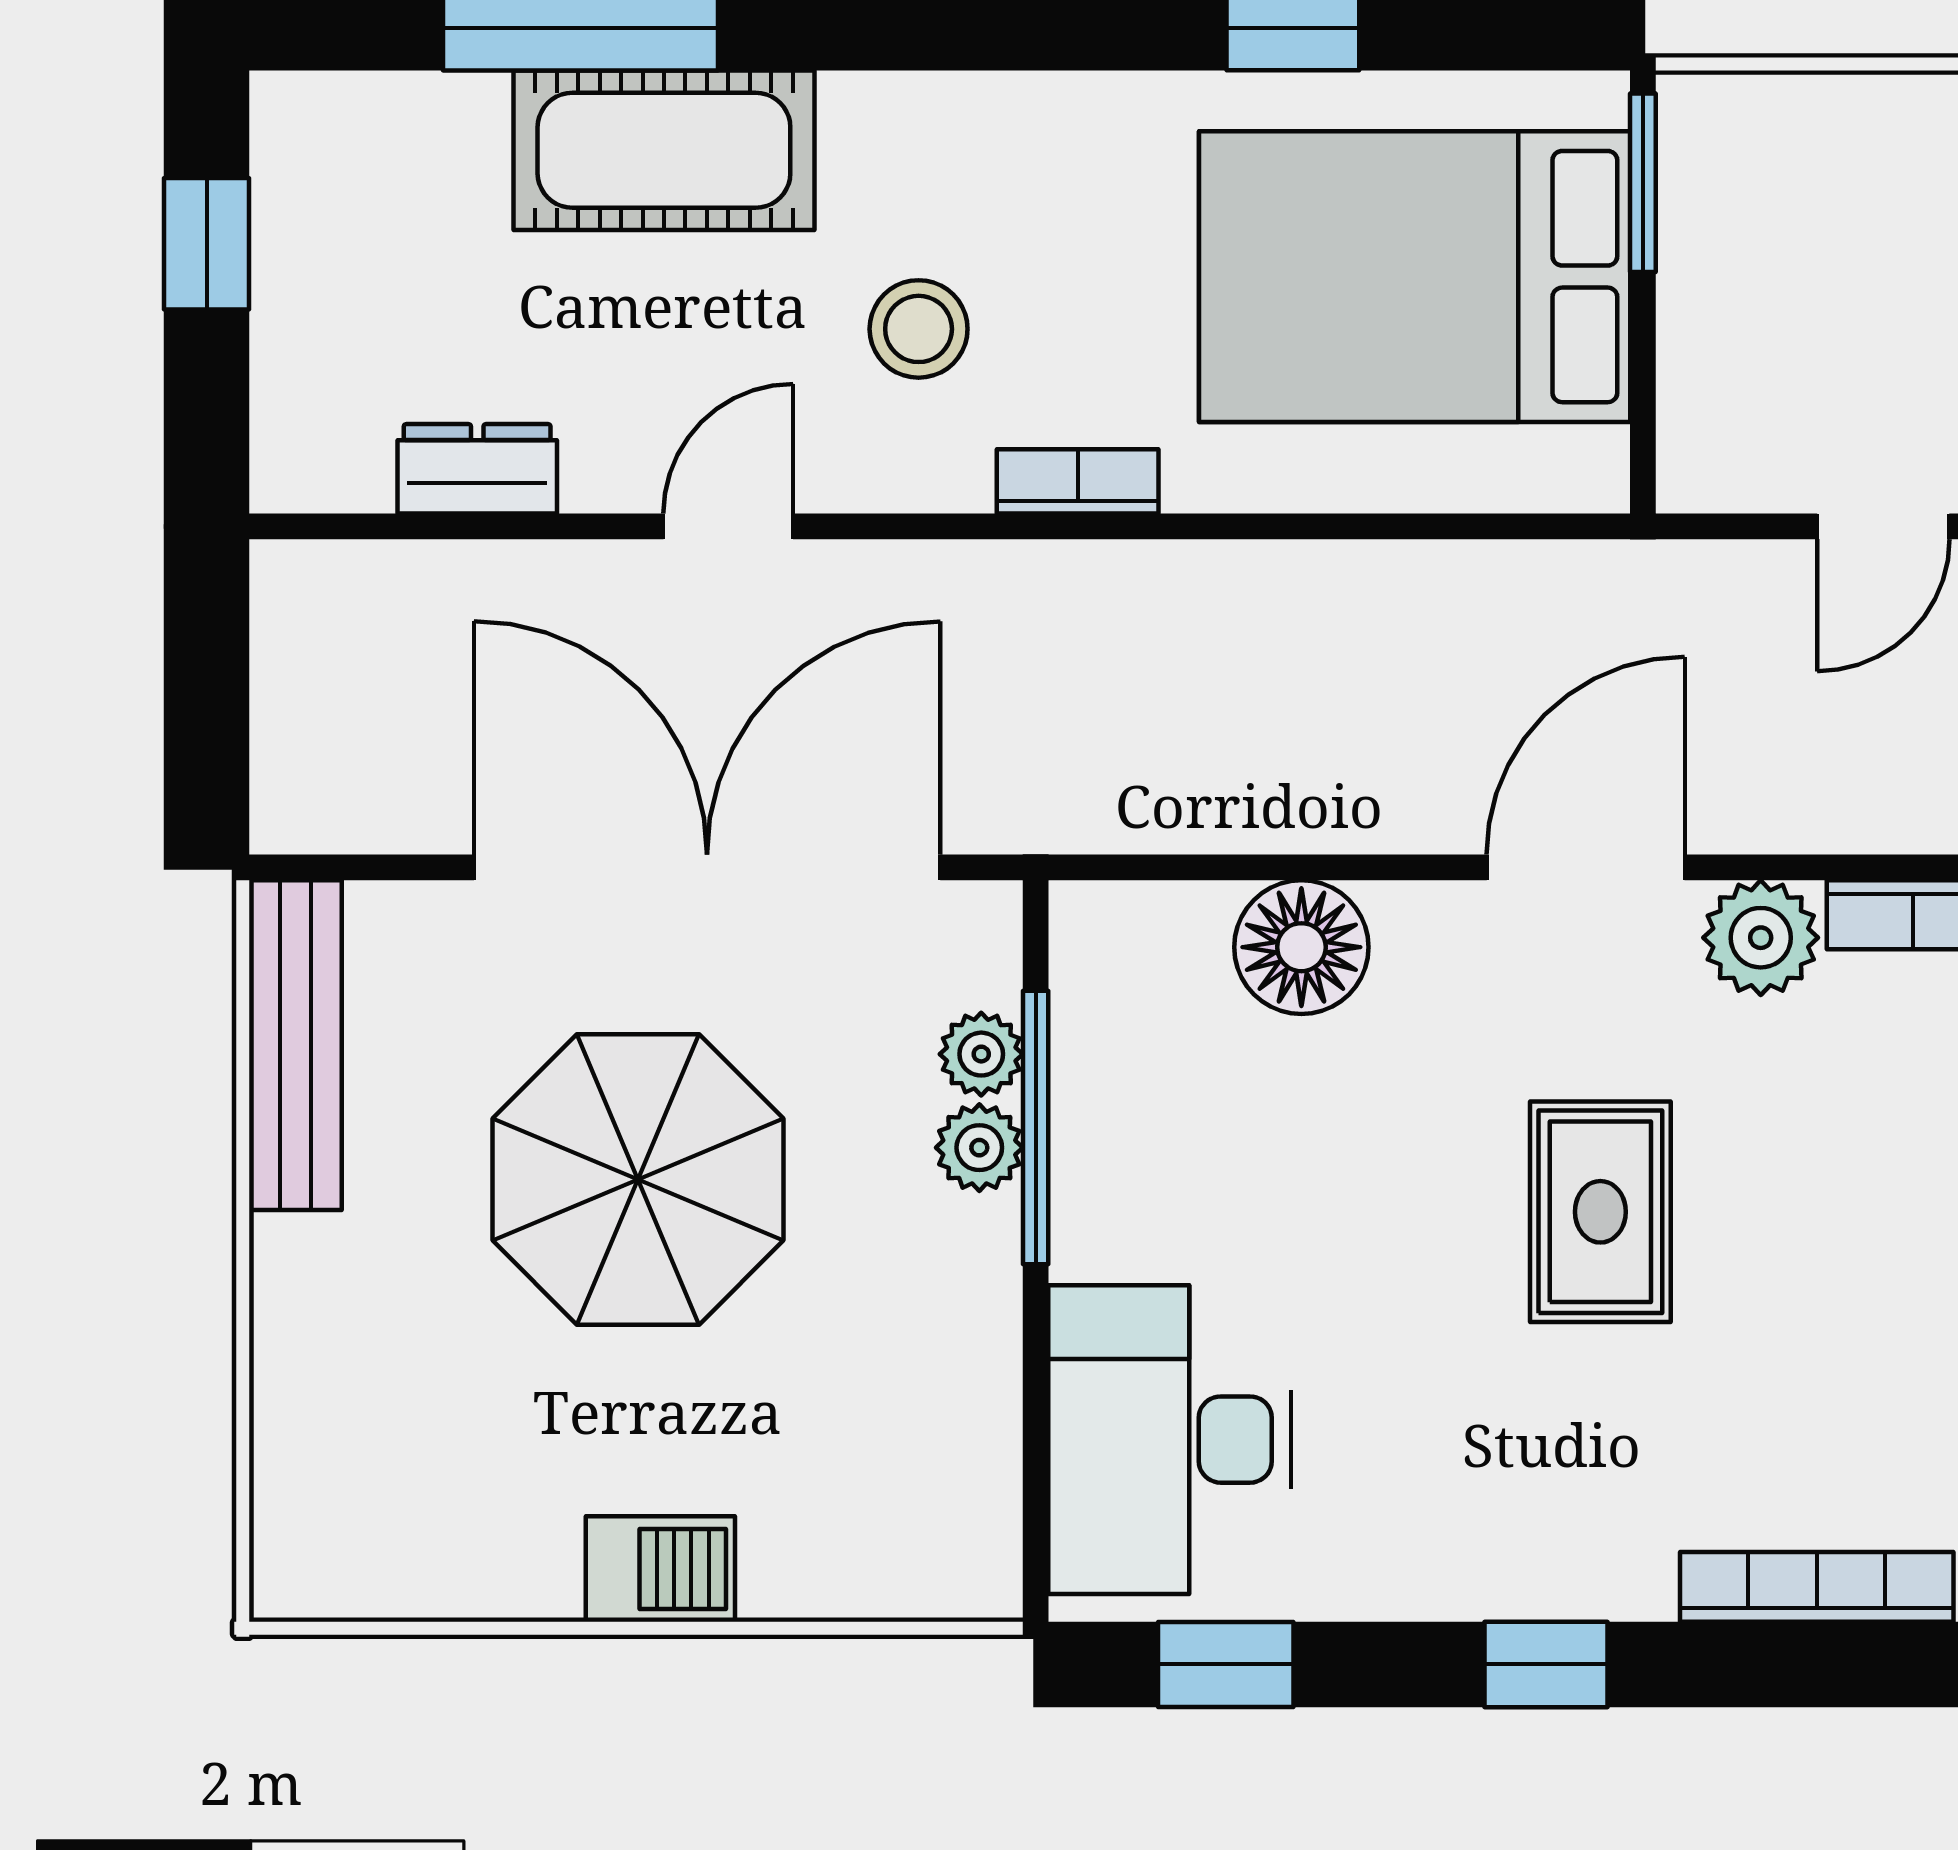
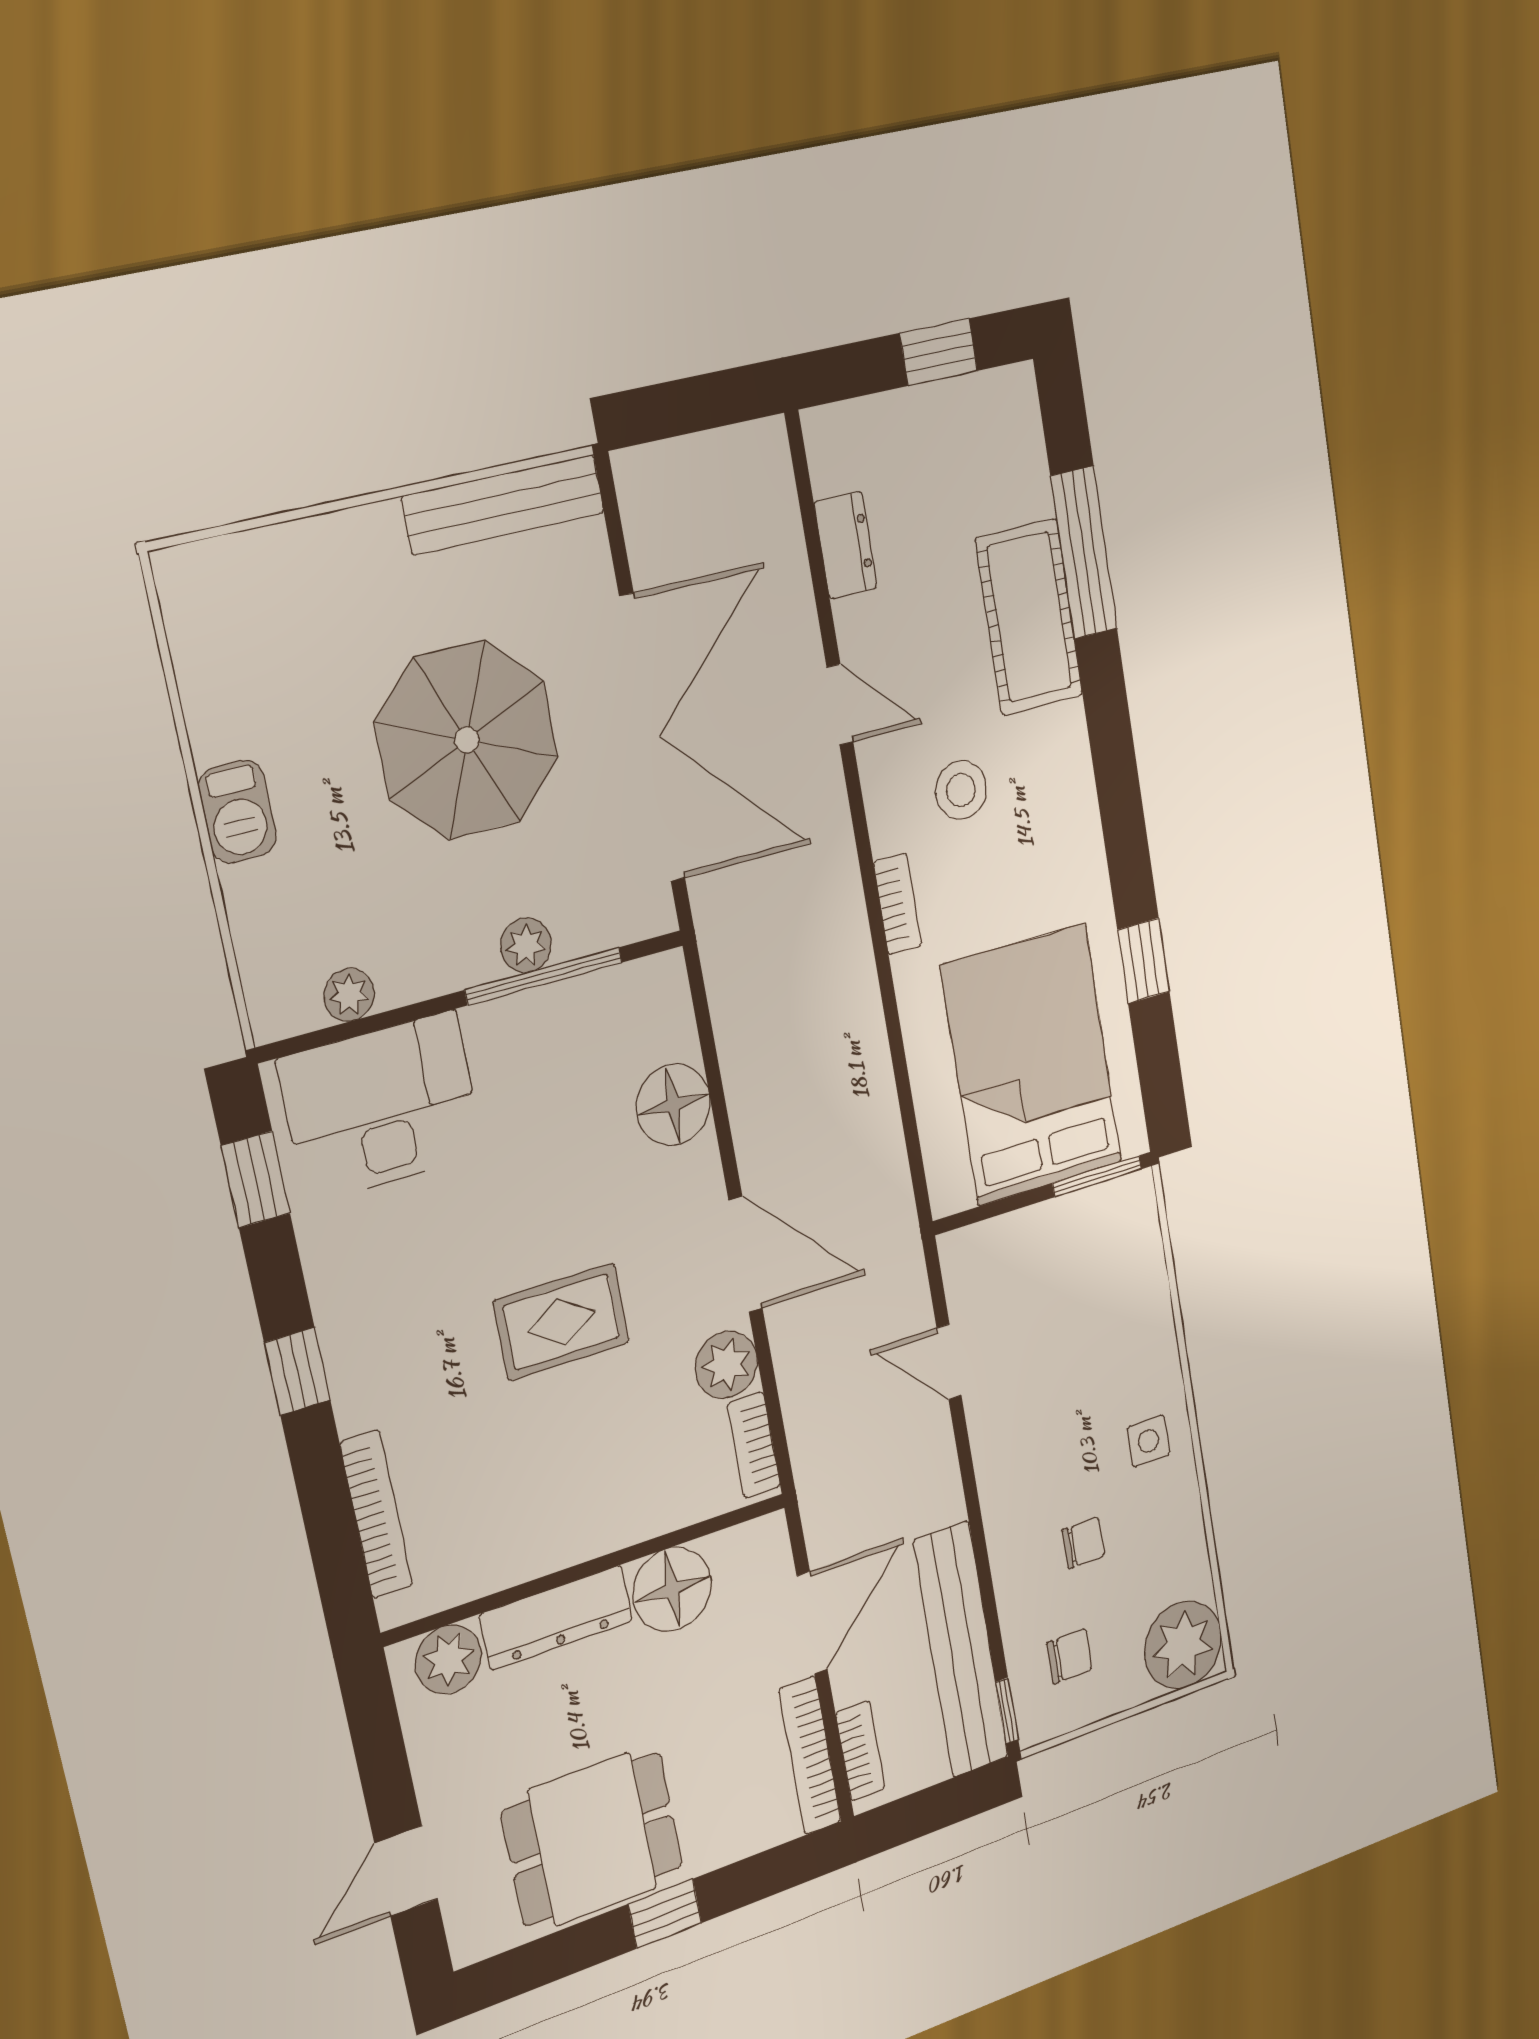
plant: (981, 1054) -> (349, 995), moved

